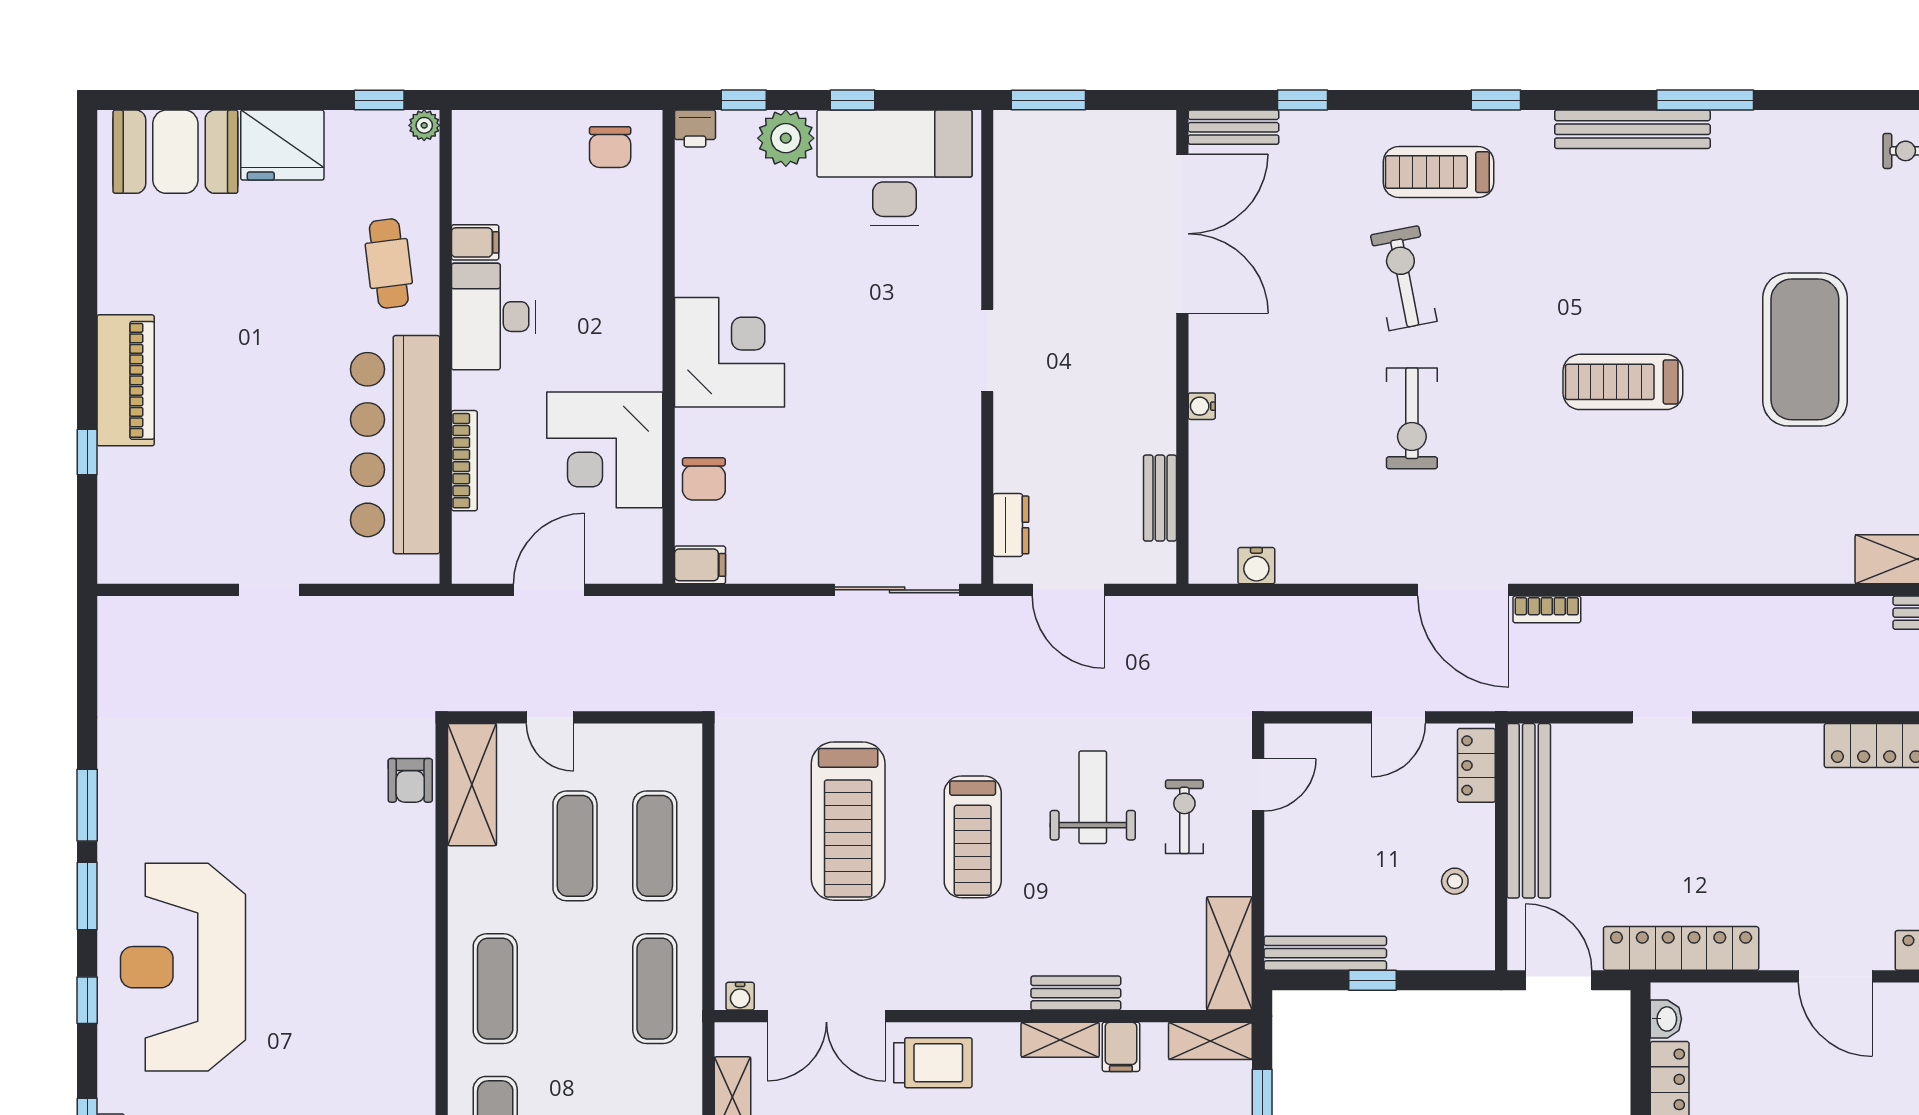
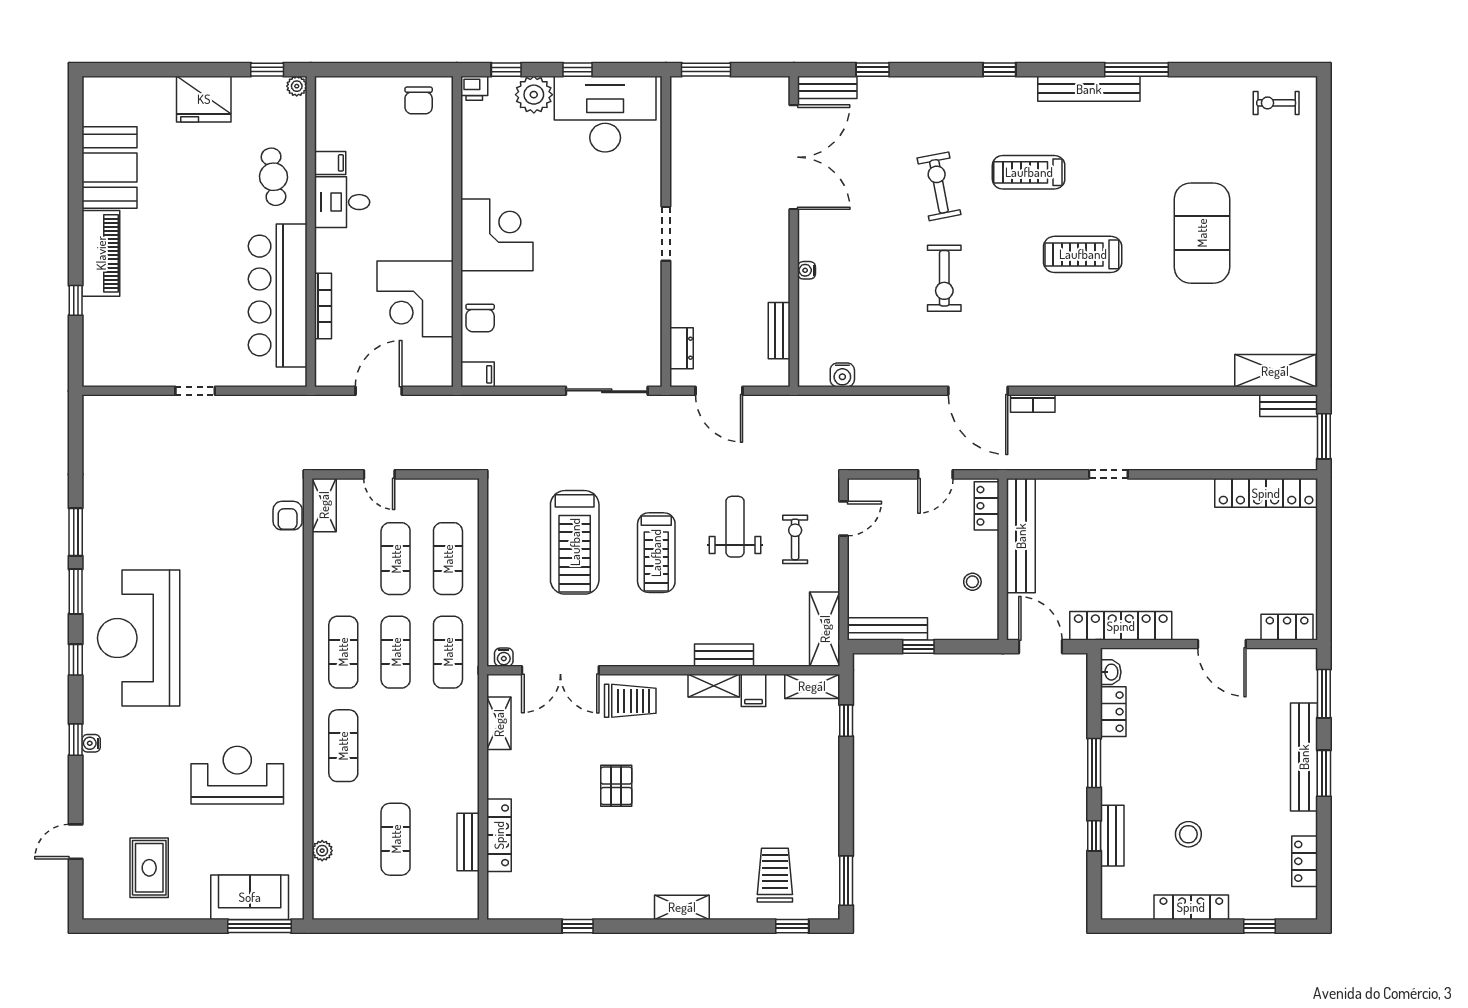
booth: (175, 152) -> (110, 167), moved, turned 90
treadmill: (1438, 172) -> (1029, 172), moved
desk: (493, 317) -> (342, 202), width x0.73
shelving: (472, 785) -> (324, 505), width x0.67, depth x0.75
exercise mat: (575, 989) -> (396, 652), added

